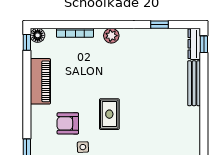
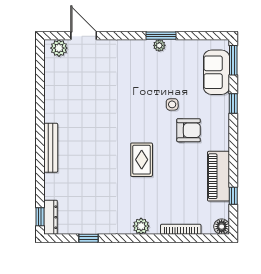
window: (27, 42) -> (233, 196), moved
bench: (194, 83) -> (51, 148), moved
rug: (109, 114) -> (142, 160), moved

